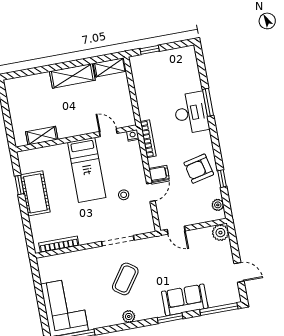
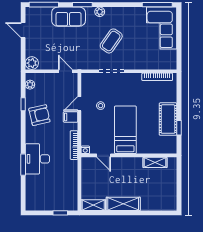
plant: (129, 316) -> (100, 12), moved

